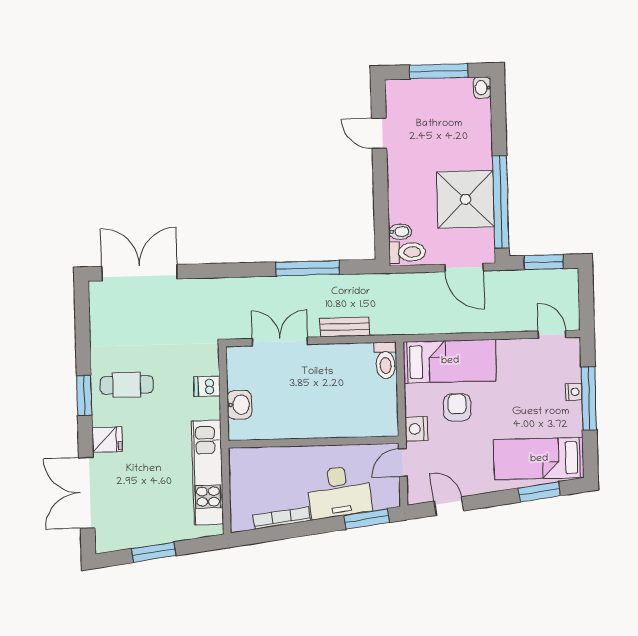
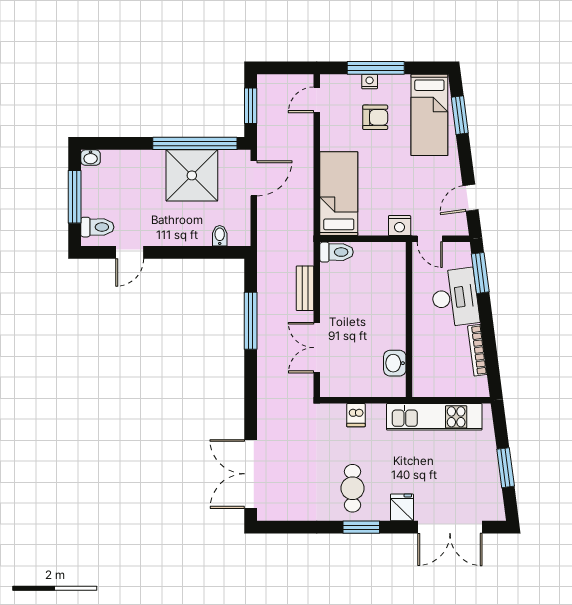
toilet: (407, 252) -> (97, 227), moved, turned 90
washbasin: (239, 405) -> (395, 363), moved, turned -90
armchair: (457, 407) -> (375, 117), moved, turned 180

